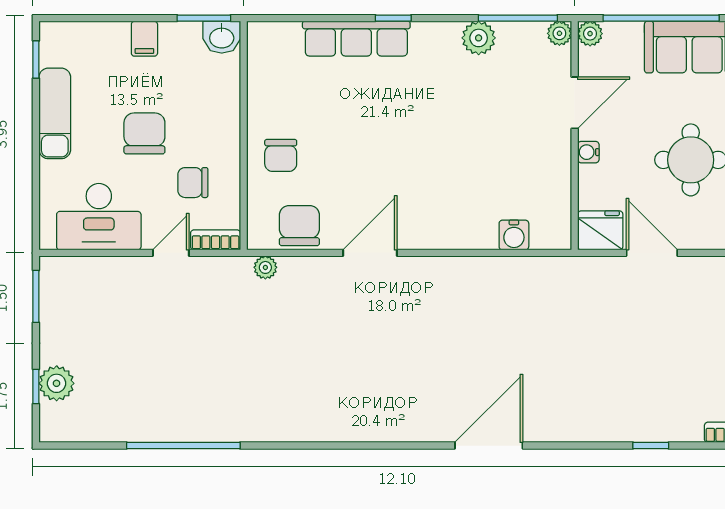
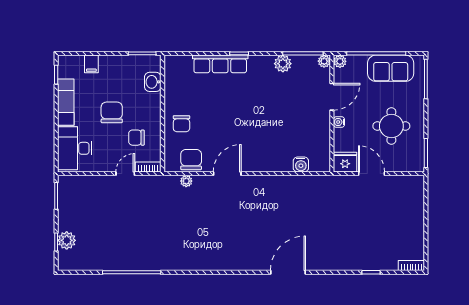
washbasin: (222, 37) -> (153, 82), moved, turned 90
filing cabinet: (144, 39) -> (91, 64), moved
desk: (99, 217) -> (75, 148), moved, turned 90
plant: (265, 267) -> (186, 181), moved

